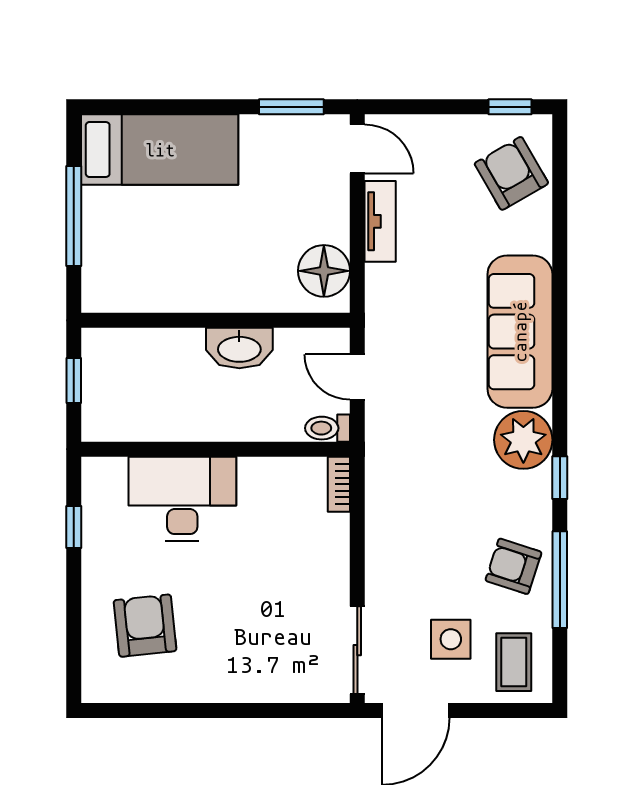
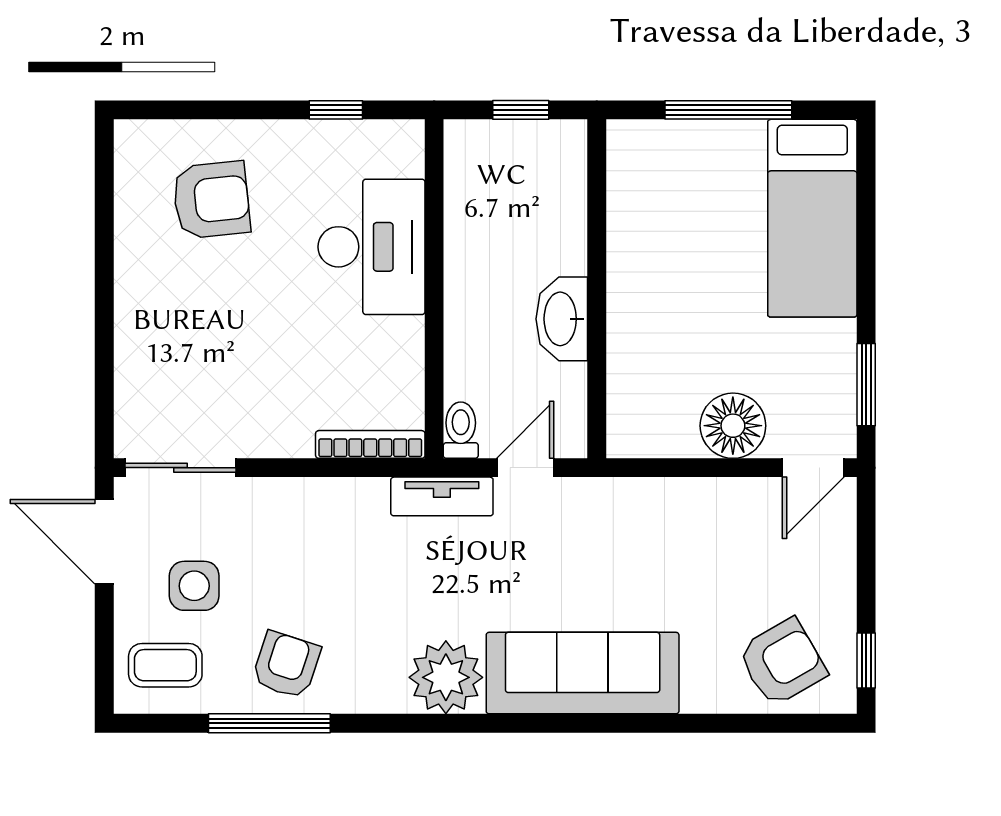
tv unit: (380, 221) -> (442, 496), moved
floor lamp: (324, 271) -> (733, 426), moved
window: (560, 478) -> (398, 723), removed
bookcase: (339, 484) -> (370, 444), width x1.56

